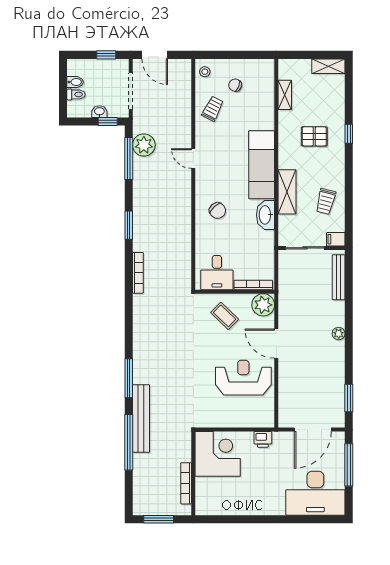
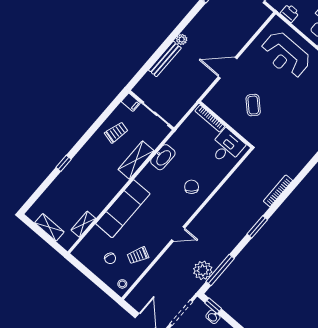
shelving: (328, 66) -> (49, 227), moved
pallet: (314, 136) -> (87, 181), removed
door: (193, 159) -> (178, 234), hinge flipped
exam couch: (262, 165) -> (123, 209), moved
bench: (339, 277) -> (165, 59), moved
plant: (263, 305) -> (215, 100), removed
coffee table: (225, 316) -> (253, 105), moved
door: (276, 344) -> (228, 68), swing flipped
reception desk: (243, 378) -> (286, 55), moved

